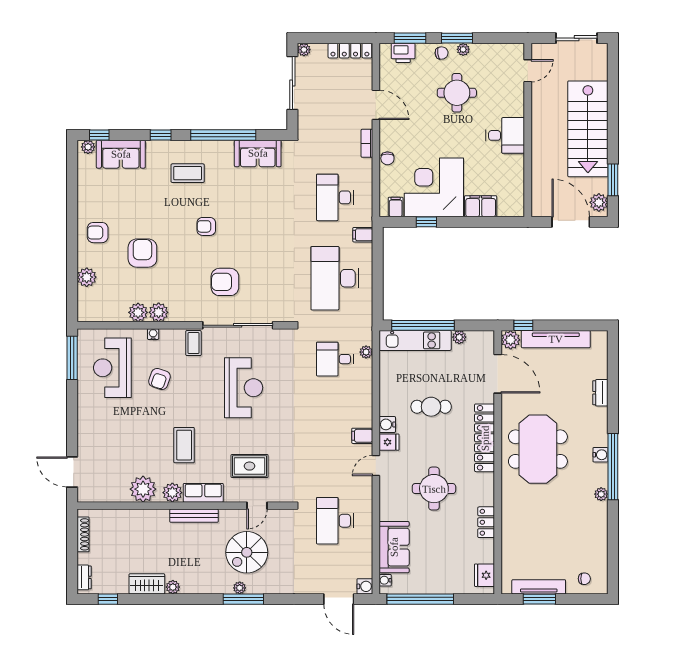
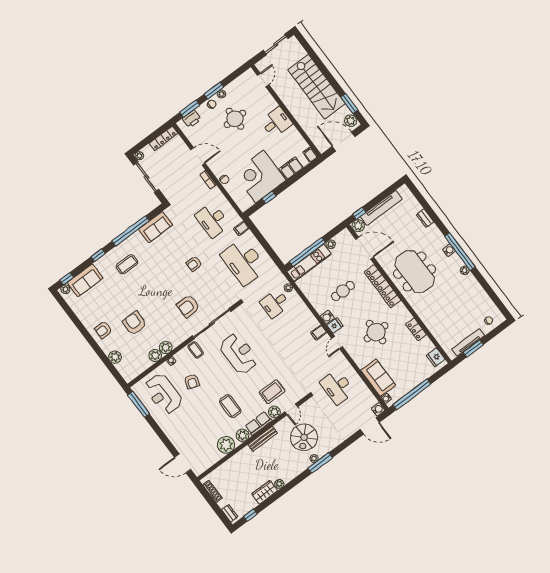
filing cabinet: (396, 207) -> (310, 155), moved
armchair: (206, 226) -> (194, 264), moved
plant: (234, 493) -> (274, 412), added

